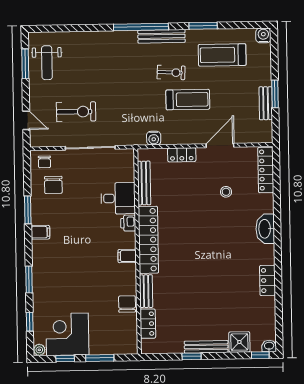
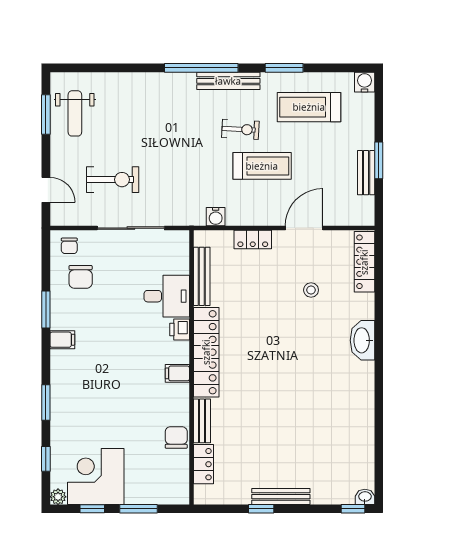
locker: (267, 280) -> (364, 409), removed
shower: (239, 342) -> (325, 491), removed

